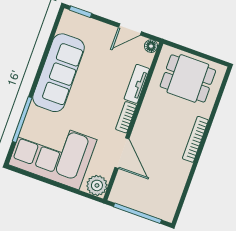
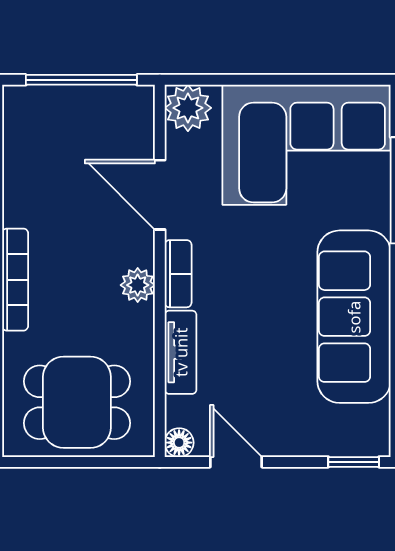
door: (130, 29) -> (236, 462), hinge flipped
plant: (145, 119) -> (138, 285), added

